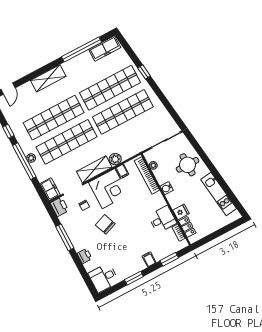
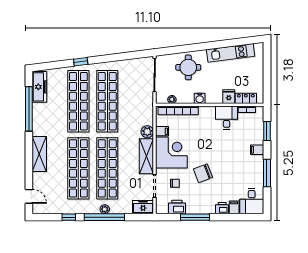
printer: (59, 207) -> (177, 207), moved
filing cabinet: (90, 266) -> (234, 207), added
window: (134, 278) -> (267, 173), width x1.44

